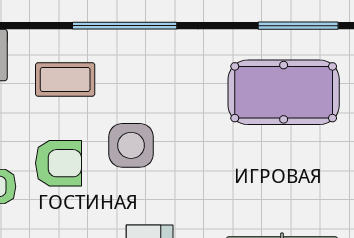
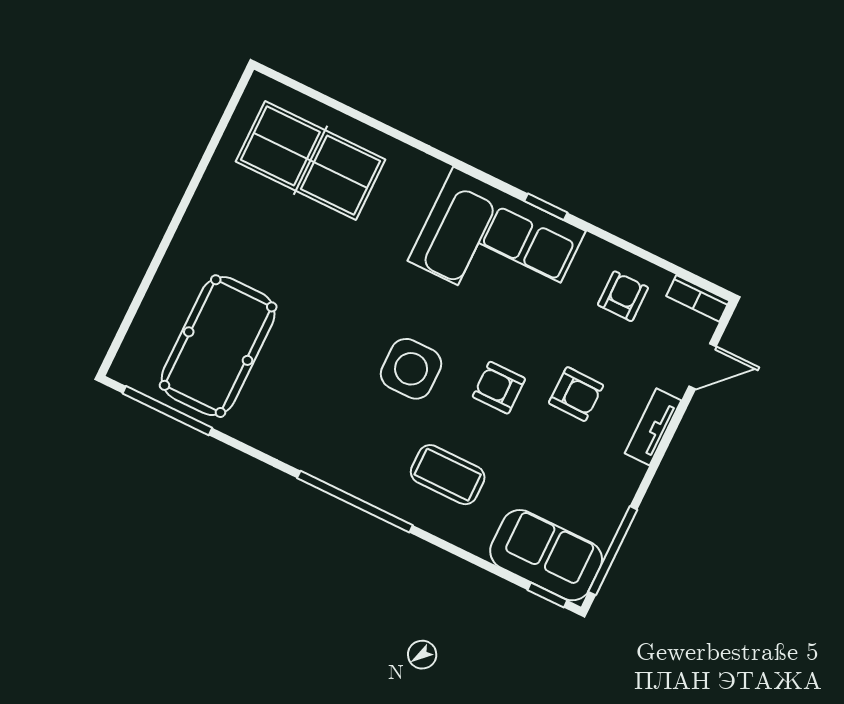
pool table: (284, 92) -> (218, 346), turned 90
armchair: (58, 163) -> (499, 388), width x0.72, depth x0.72

